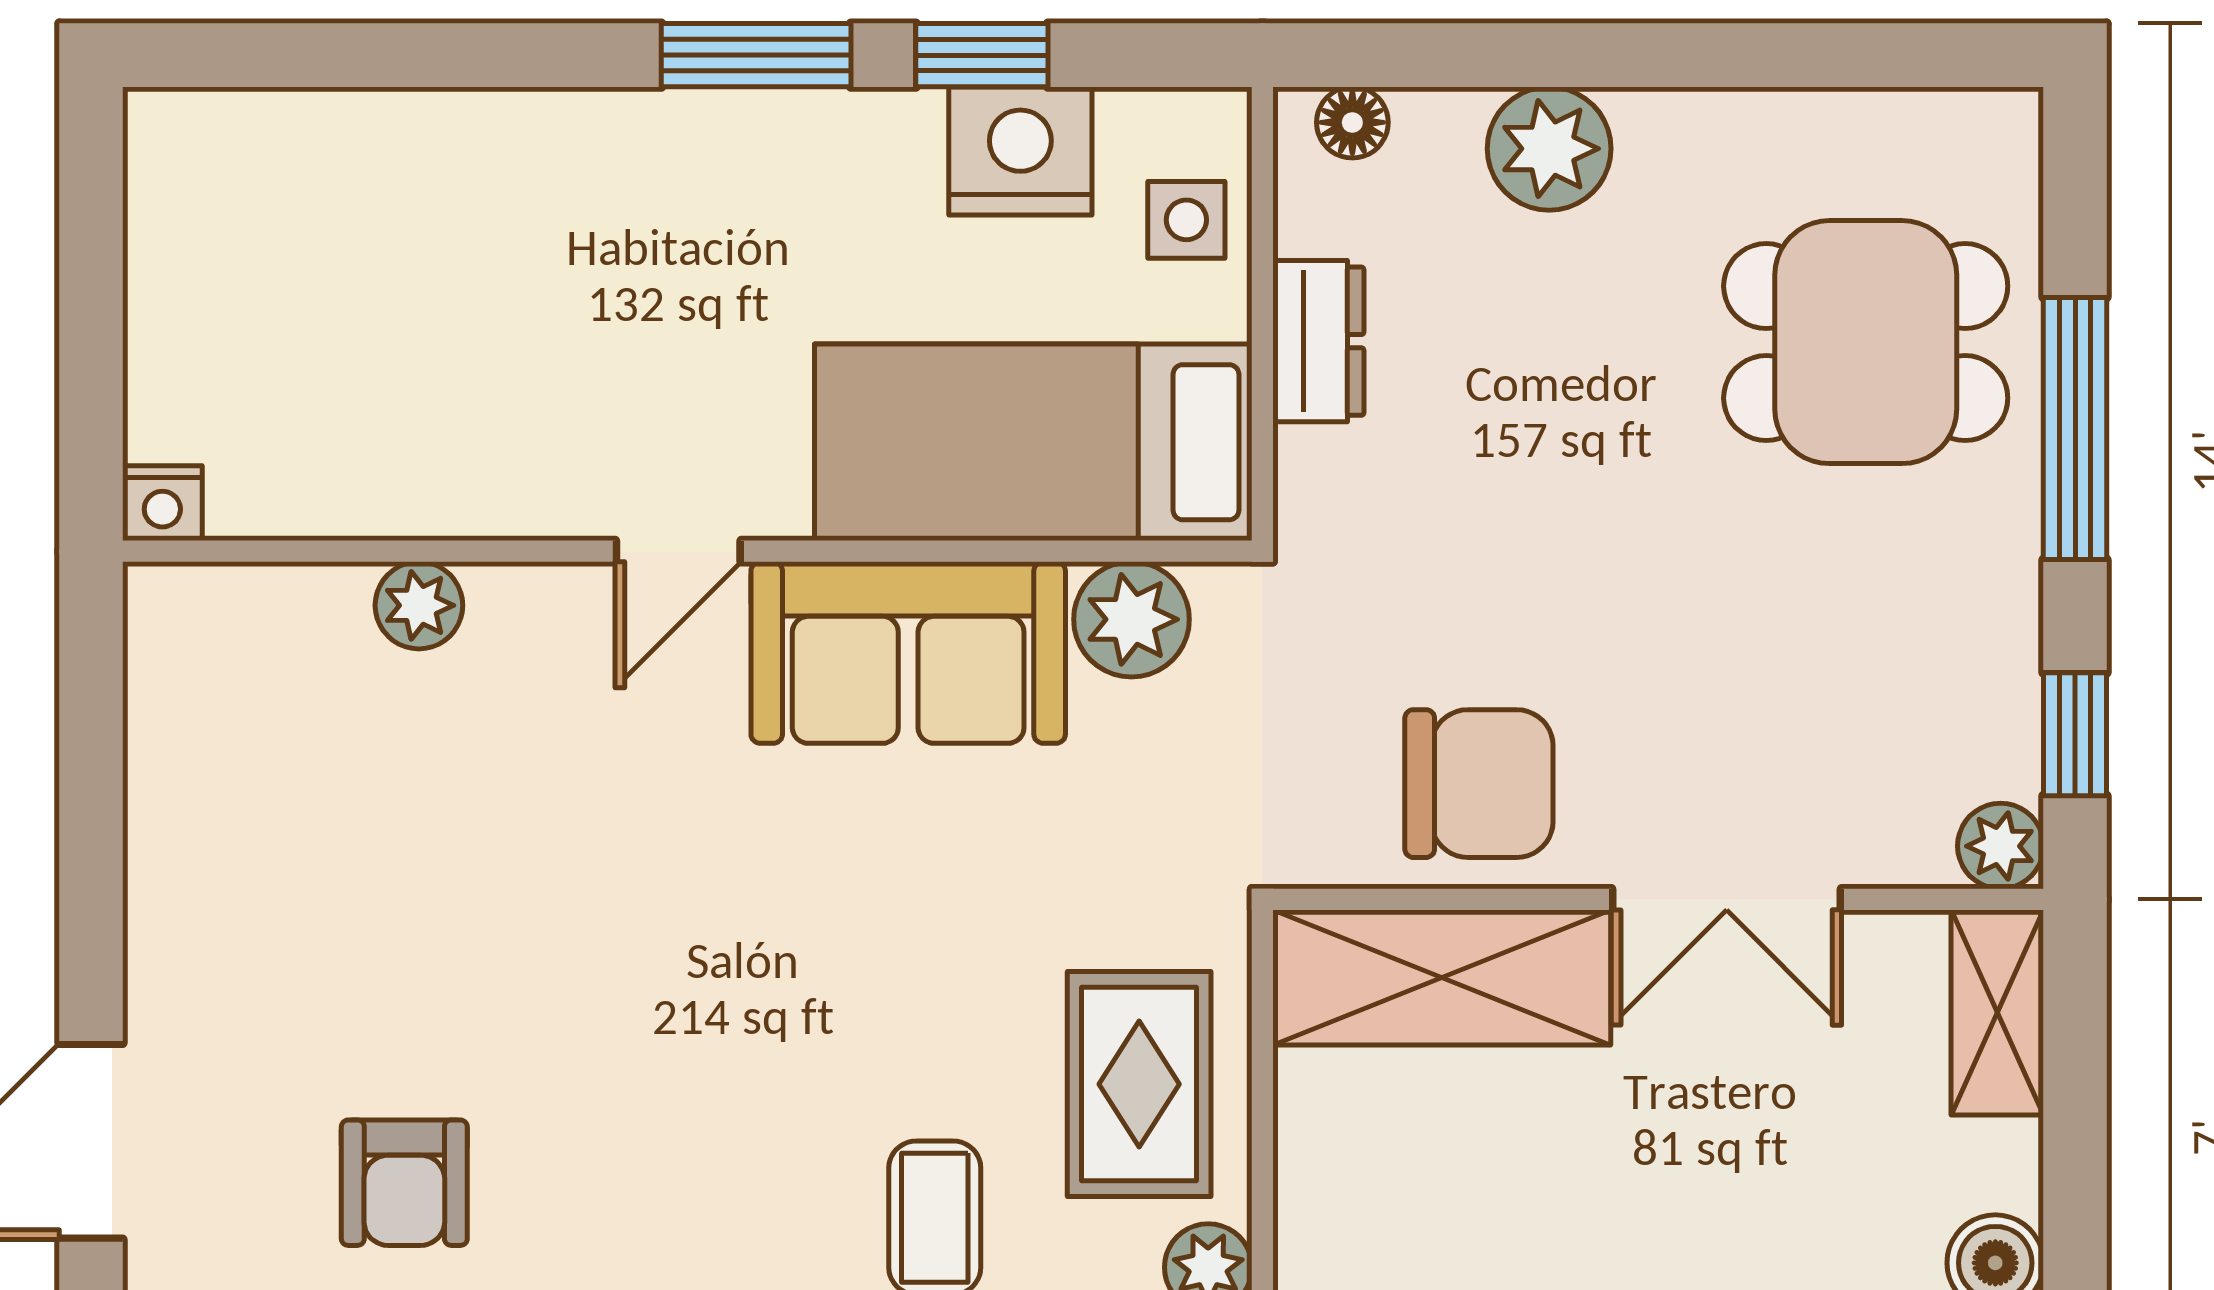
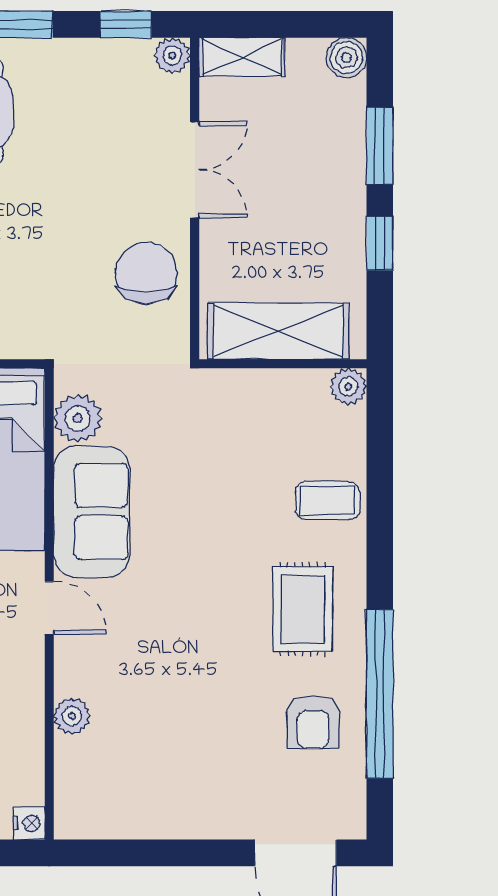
shelving: (1442, 978) -> (278, 331), moved, turned 90
rug: (1139, 1084) -> (303, 609), moved, turned 90
armchair: (404, 1183) -> (313, 722), turned 90

